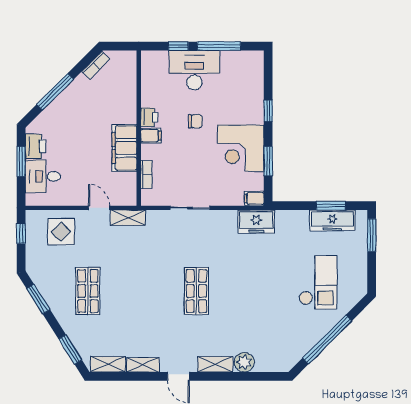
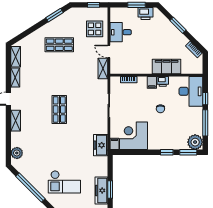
plant: (251, 63) -> (195, 142), added
desk: (194, 70) -> (191, 91), moved
window: (55, 92) -> (178, 25), width x0.69
filing cabinet: (124, 148) -> (167, 67), moved
corner desk: (241, 148) -> (133, 136), moved
window: (268, 161) -> (188, 152), moved
desk: (43, 176) -> (121, 32), moved, turned -90
door: (99, 208) -> (109, 51), swing flipped
shop shelf: (196, 291) -> (59, 109), turned 90
window: (70, 350) -> (24, 34), removed
plant: (244, 362) -> (17, 153), moved

